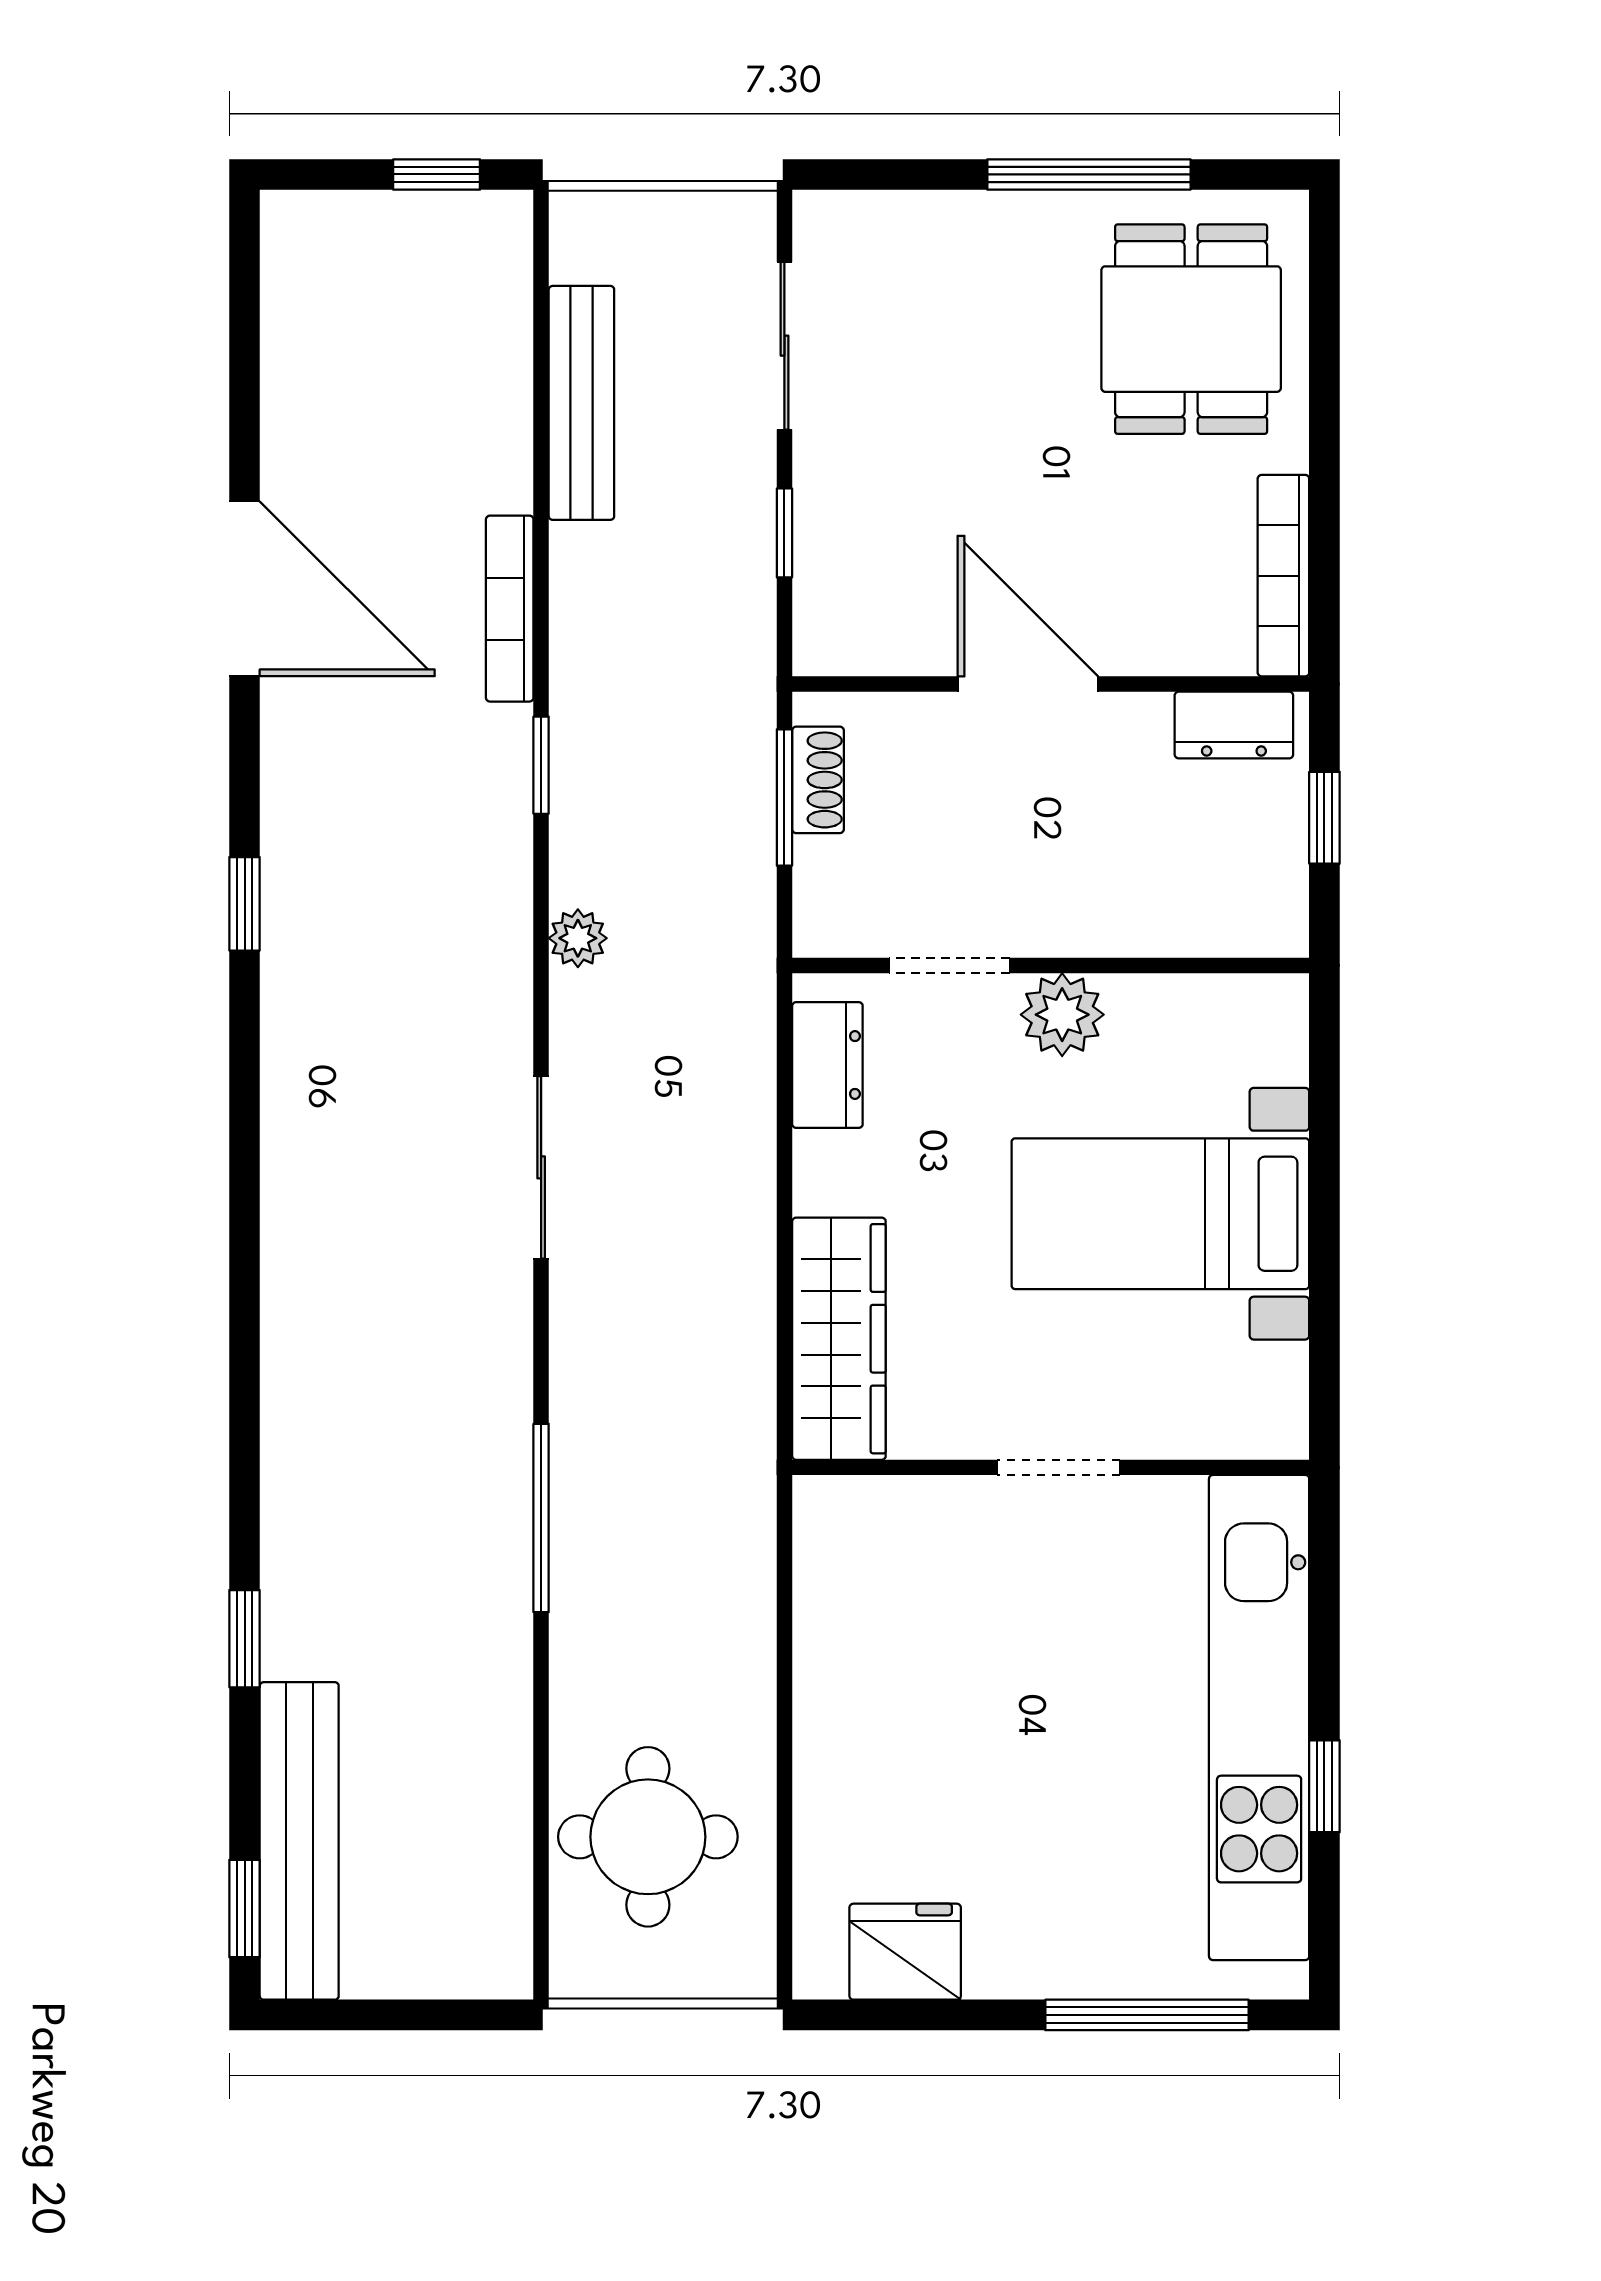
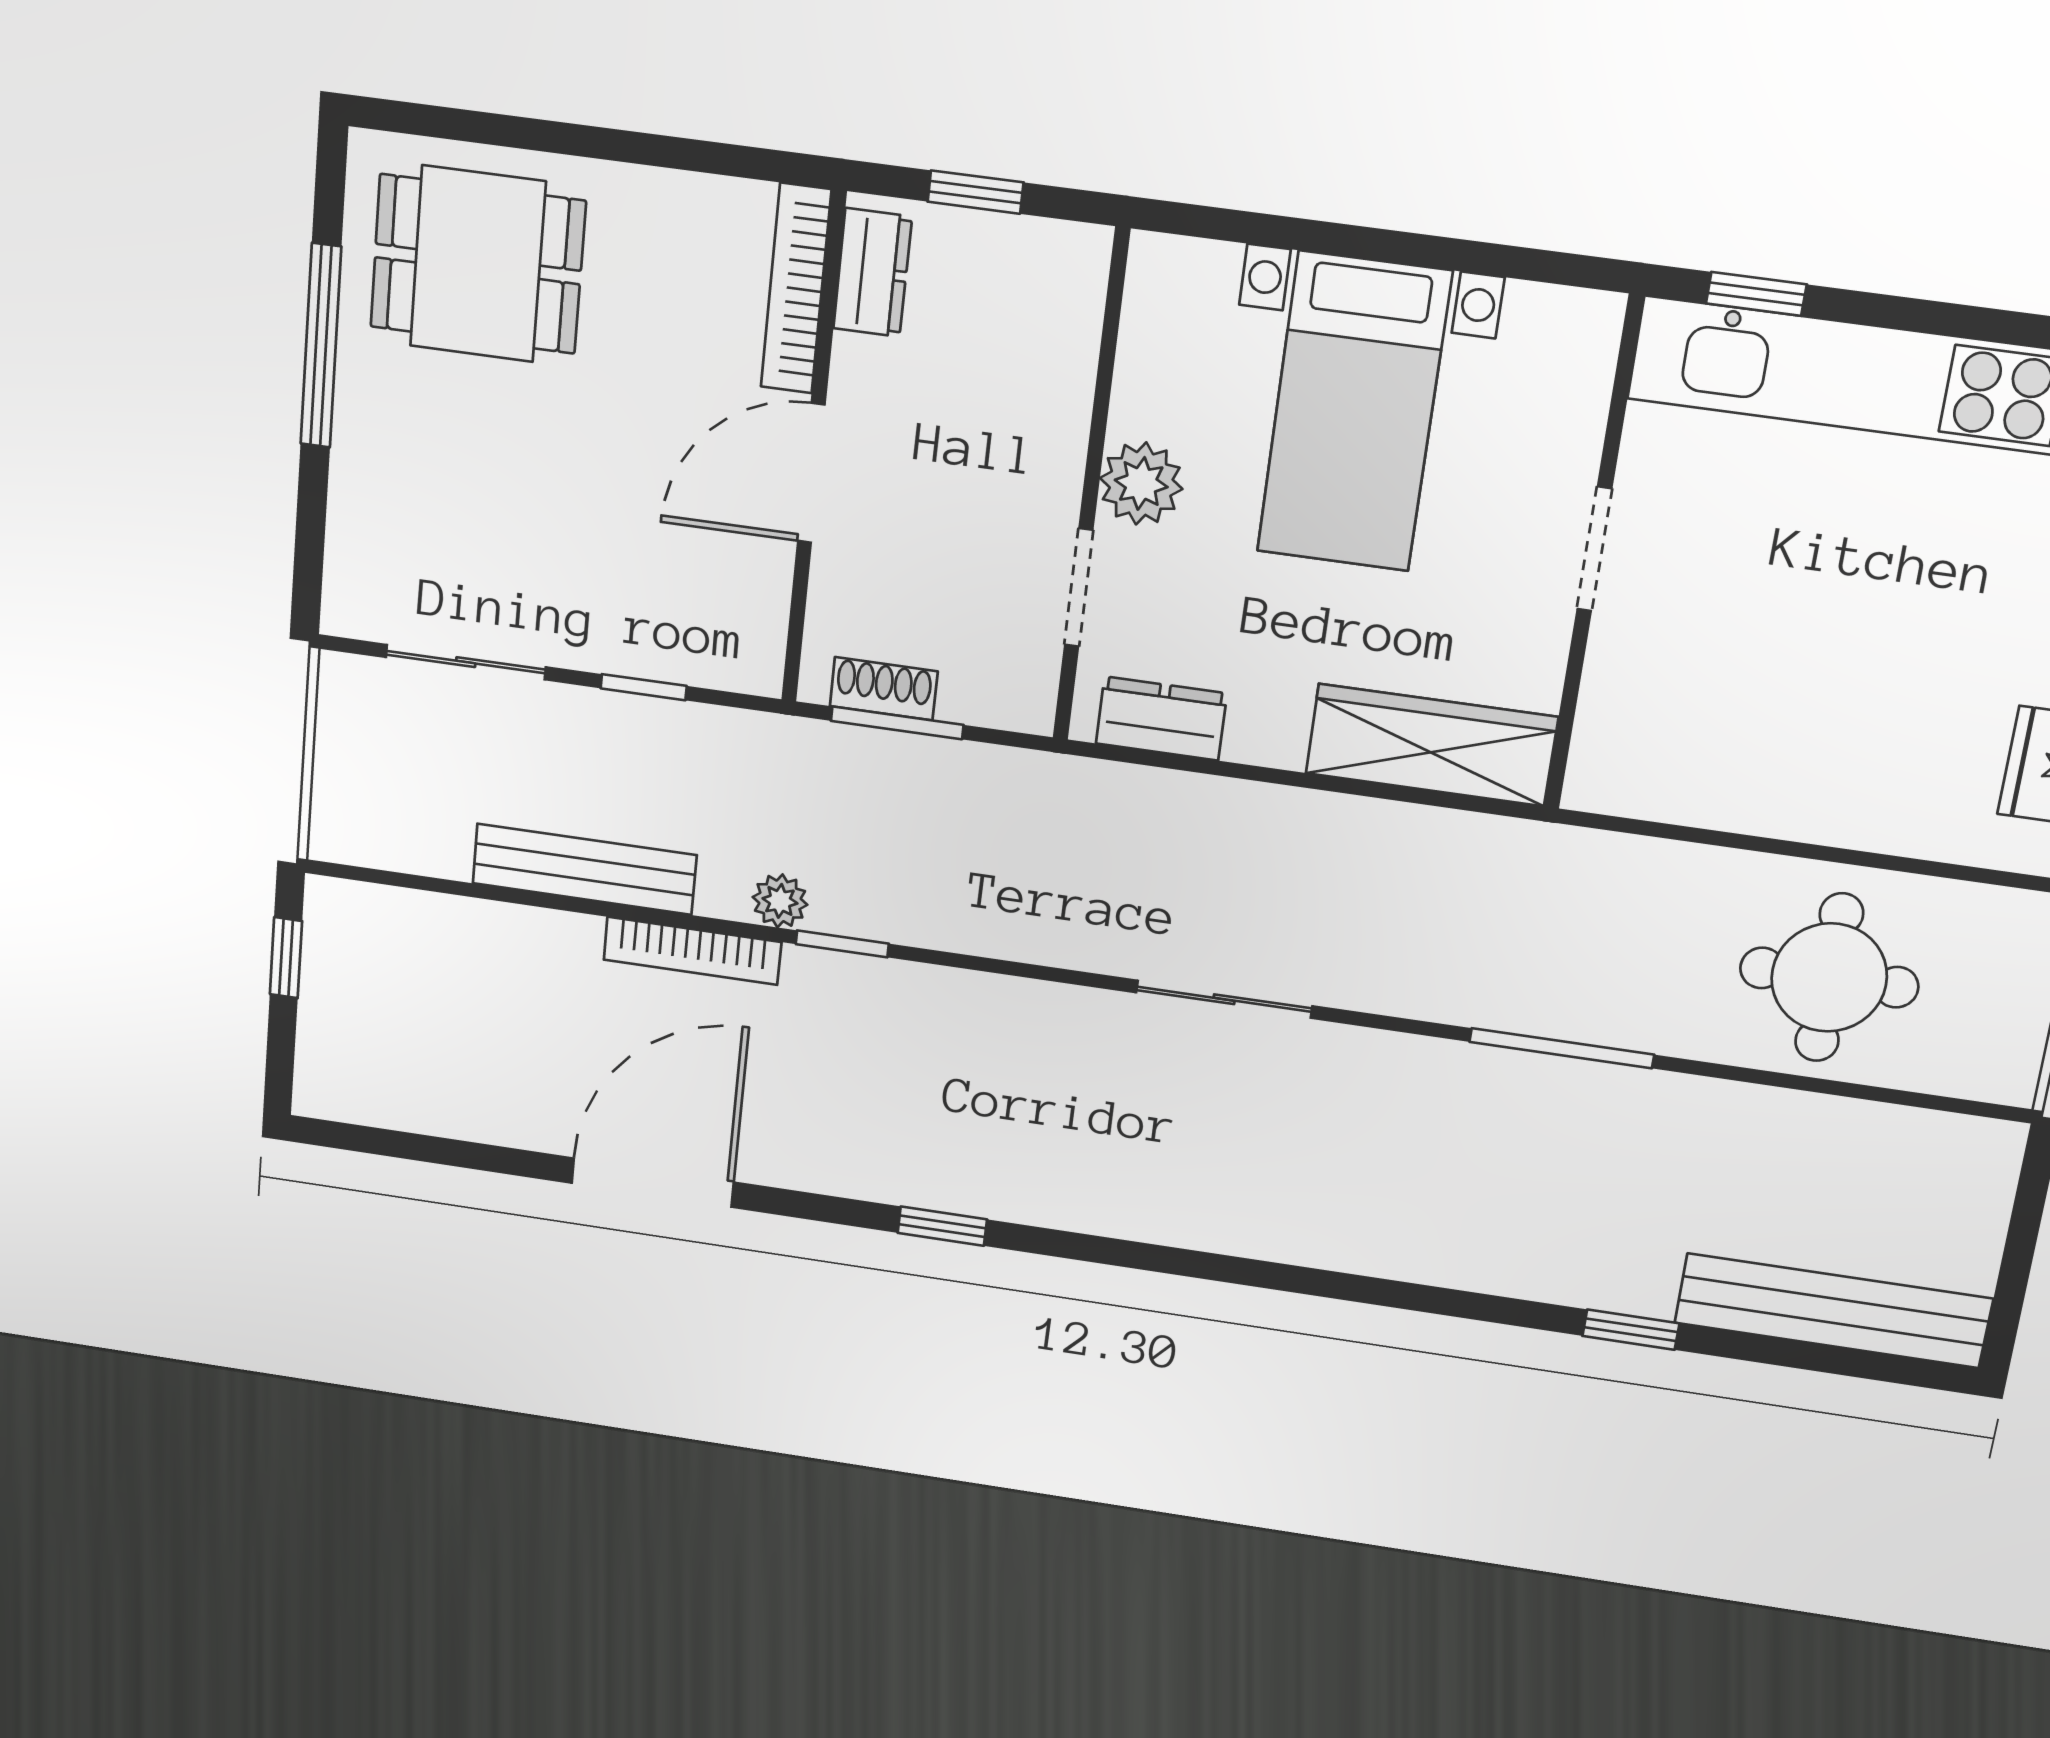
bench: (581, 403) -> (584, 869), moved
bookcase: (1283, 576) -> (796, 289), moved, turned 90
plant: (578, 938) -> (780, 901), moved
window: (1324, 1786) -> (1756, 294), moved
round table: (648, 1837) -> (1829, 978), moved
window: (245, 1908) -> (1888, 1368), removed

